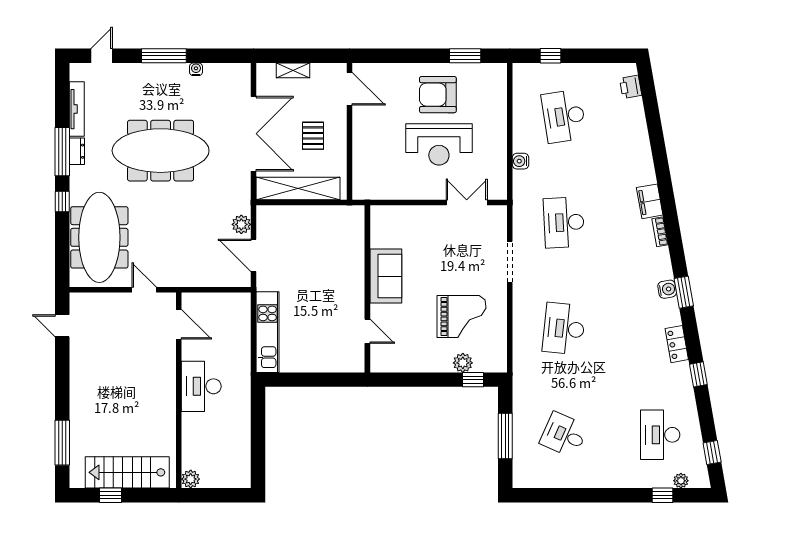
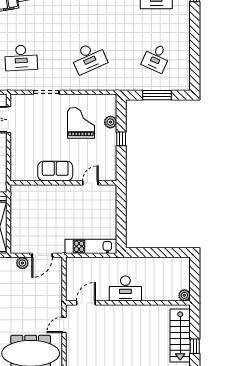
desk: (564, 329) -> (89, 58), turned -30
window: (473, 380) -> (121, 139), moved

